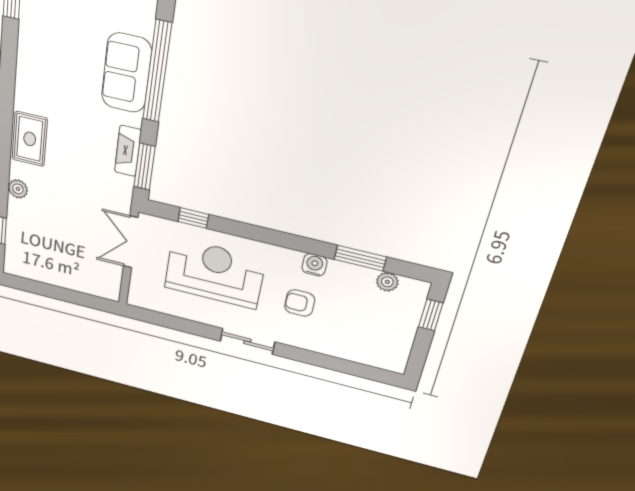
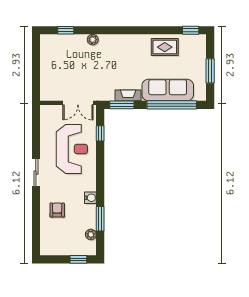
sofa: (126, 73) -> (168, 90), width x1.36
rug: (30, 139) -> (165, 47), moved
double door: (131, 242) -> (78, 103), swing flipped
armchair: (300, 303) -> (57, 210), moved

